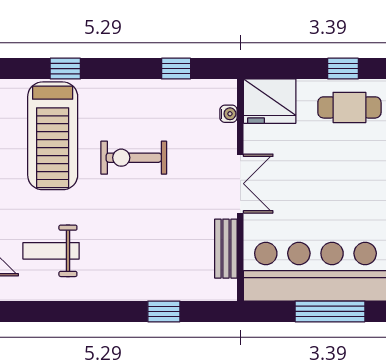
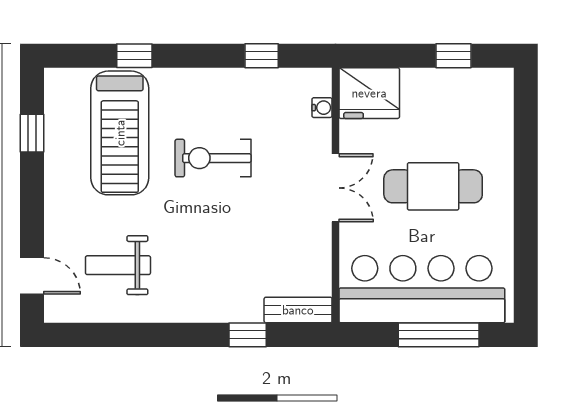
cafe table: (349, 107) -> (433, 186), moved, width x1.37, depth x1.35
bench: (226, 249) -> (298, 310), moved, turned 90

